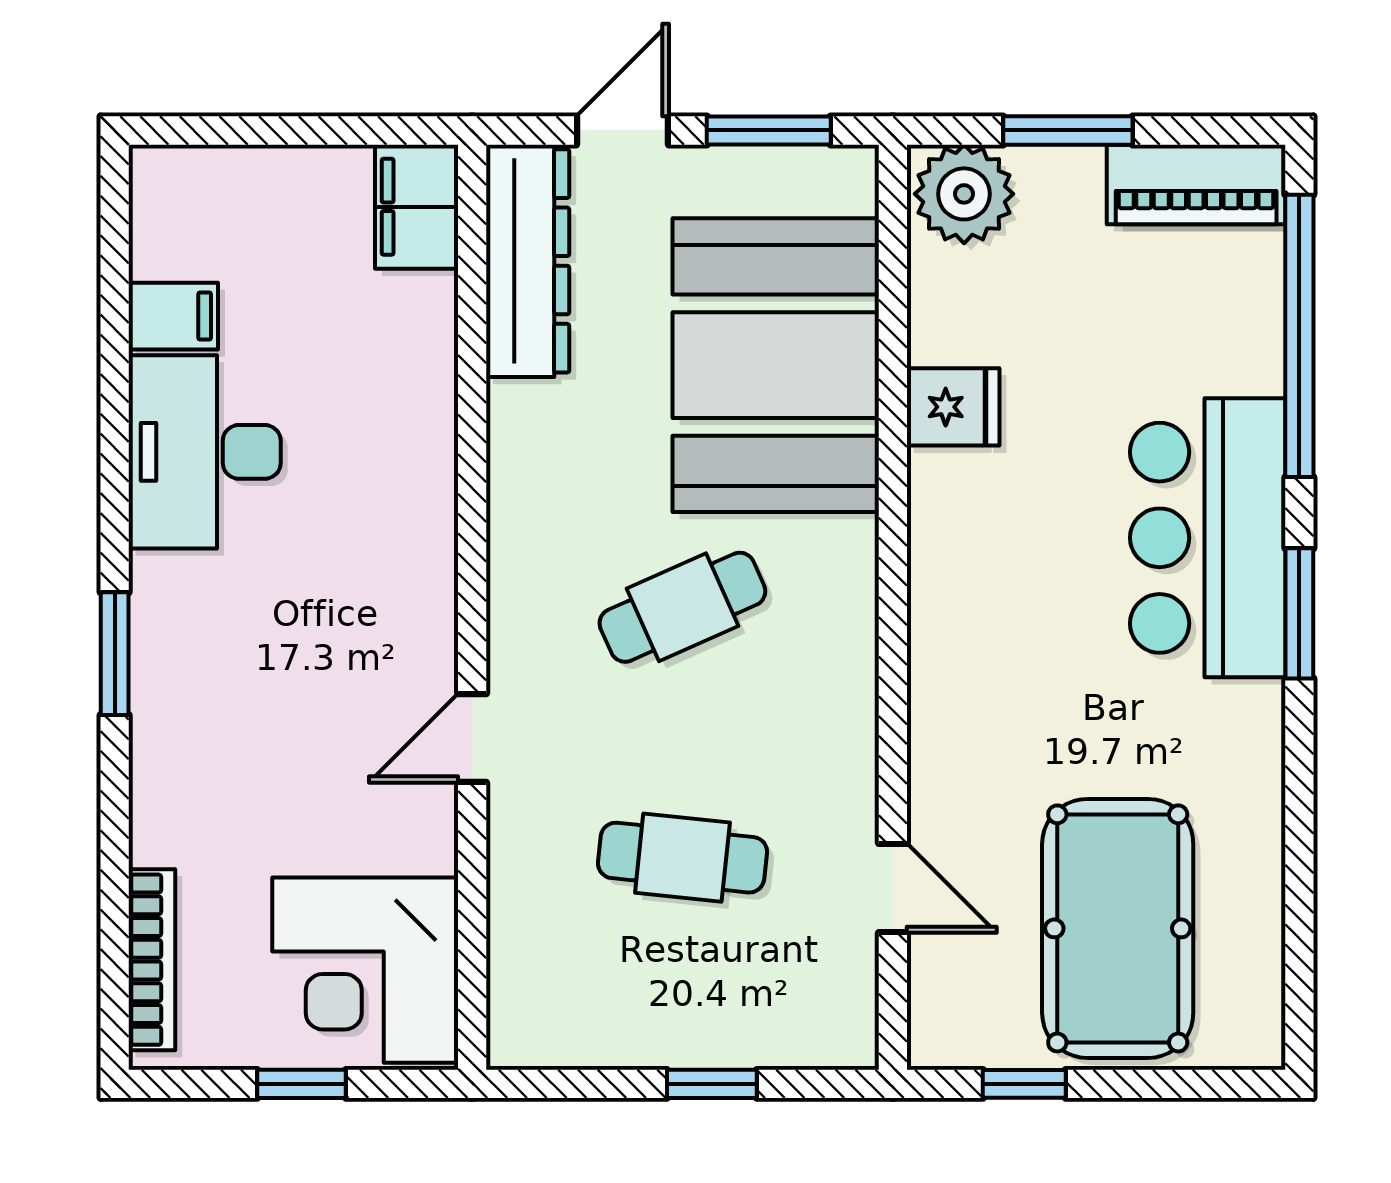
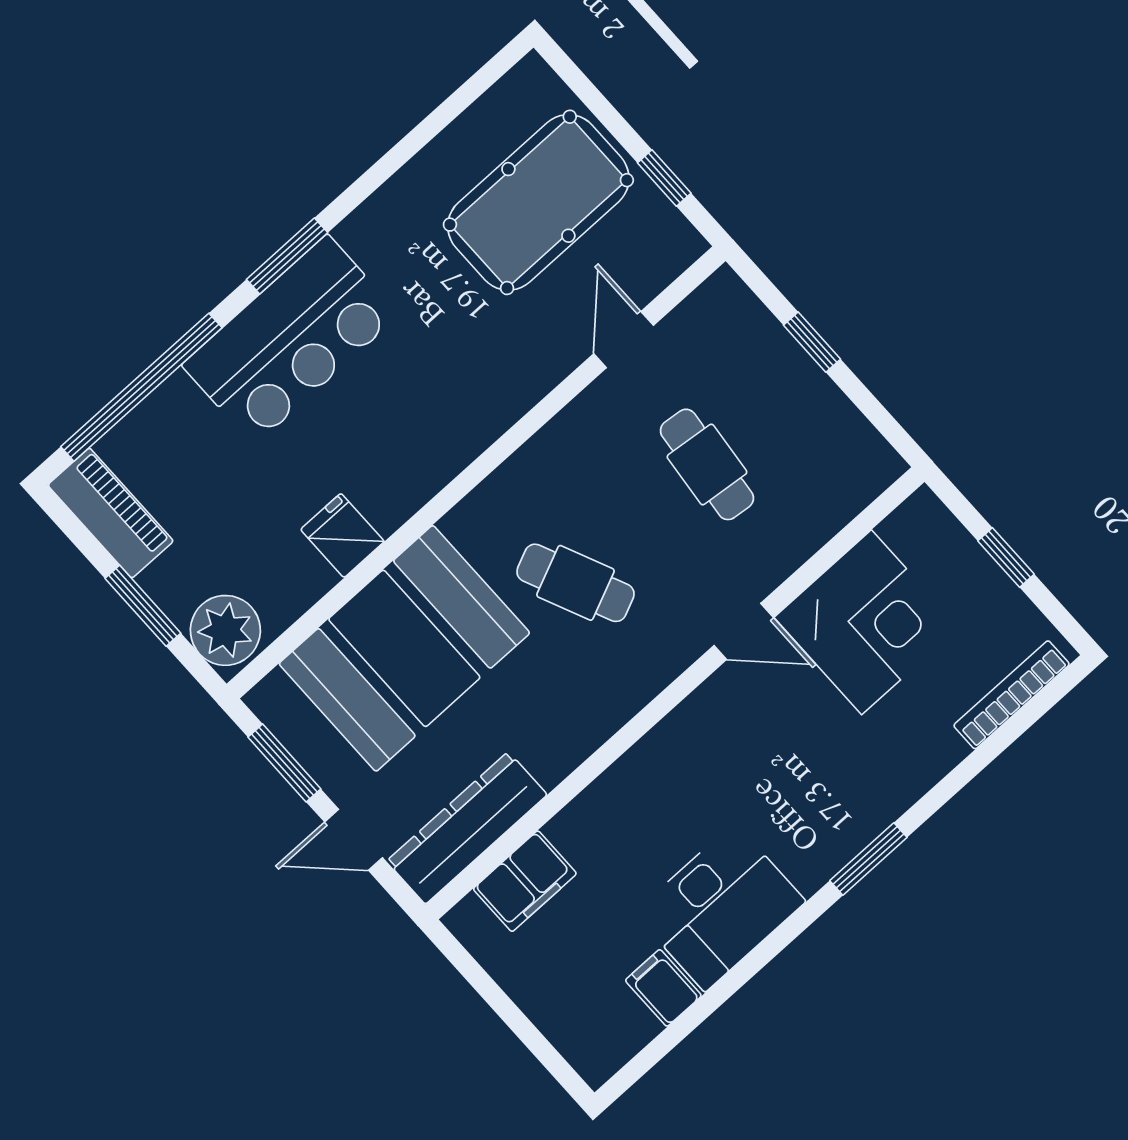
filing cabinet: (417, 207) -> (525, 881), moved
corner desk: (365, 970) -> (867, 622), moved

